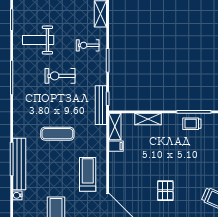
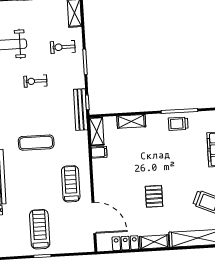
exercise bike: (60, 76) -> (35, 81), width x0.73, depth x0.72

